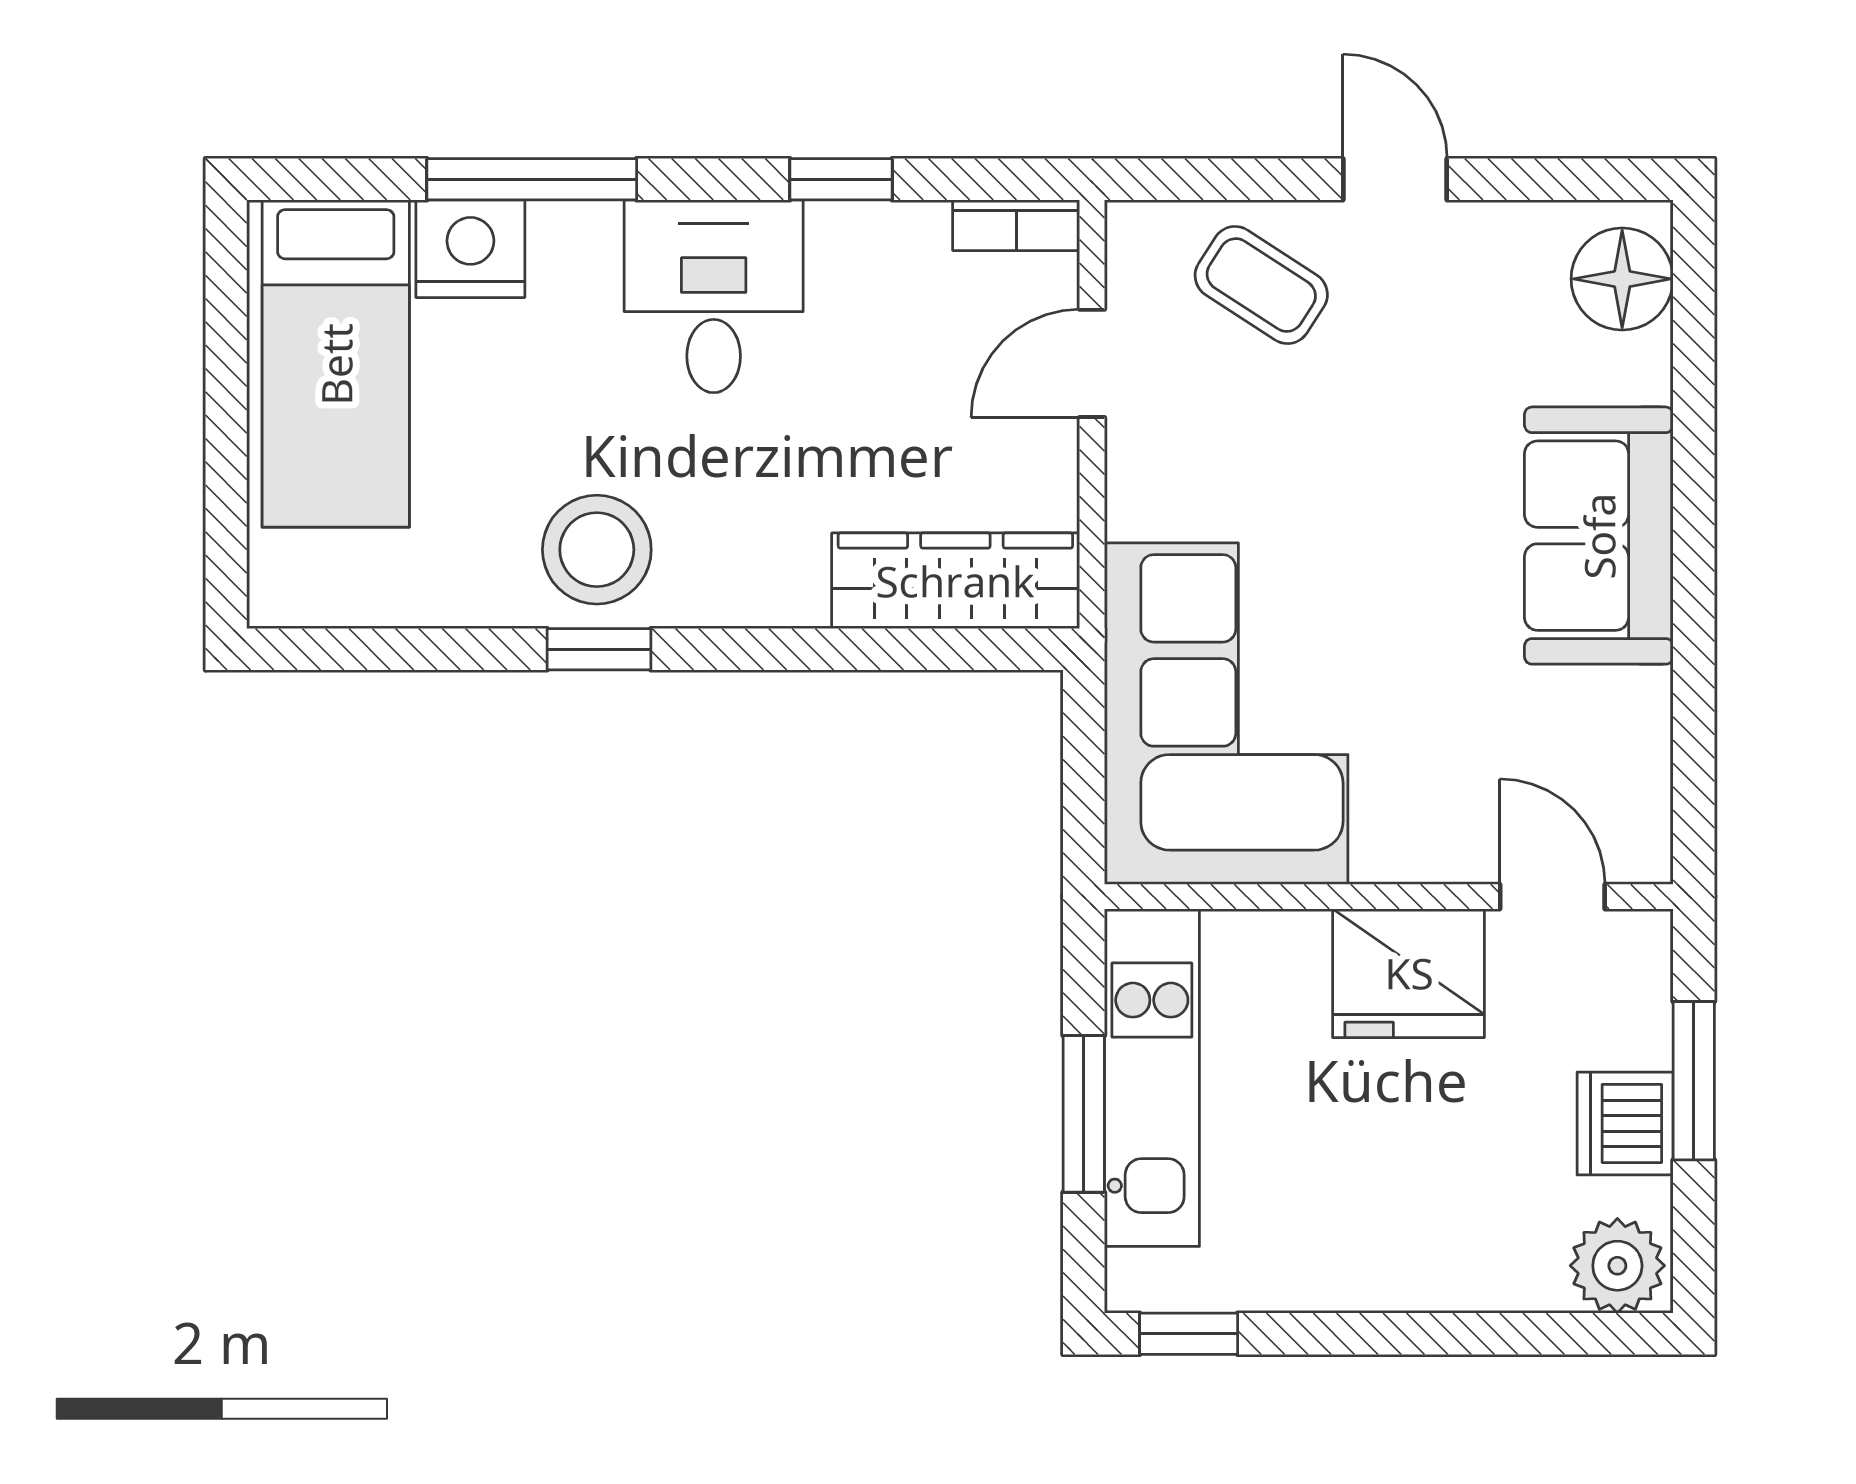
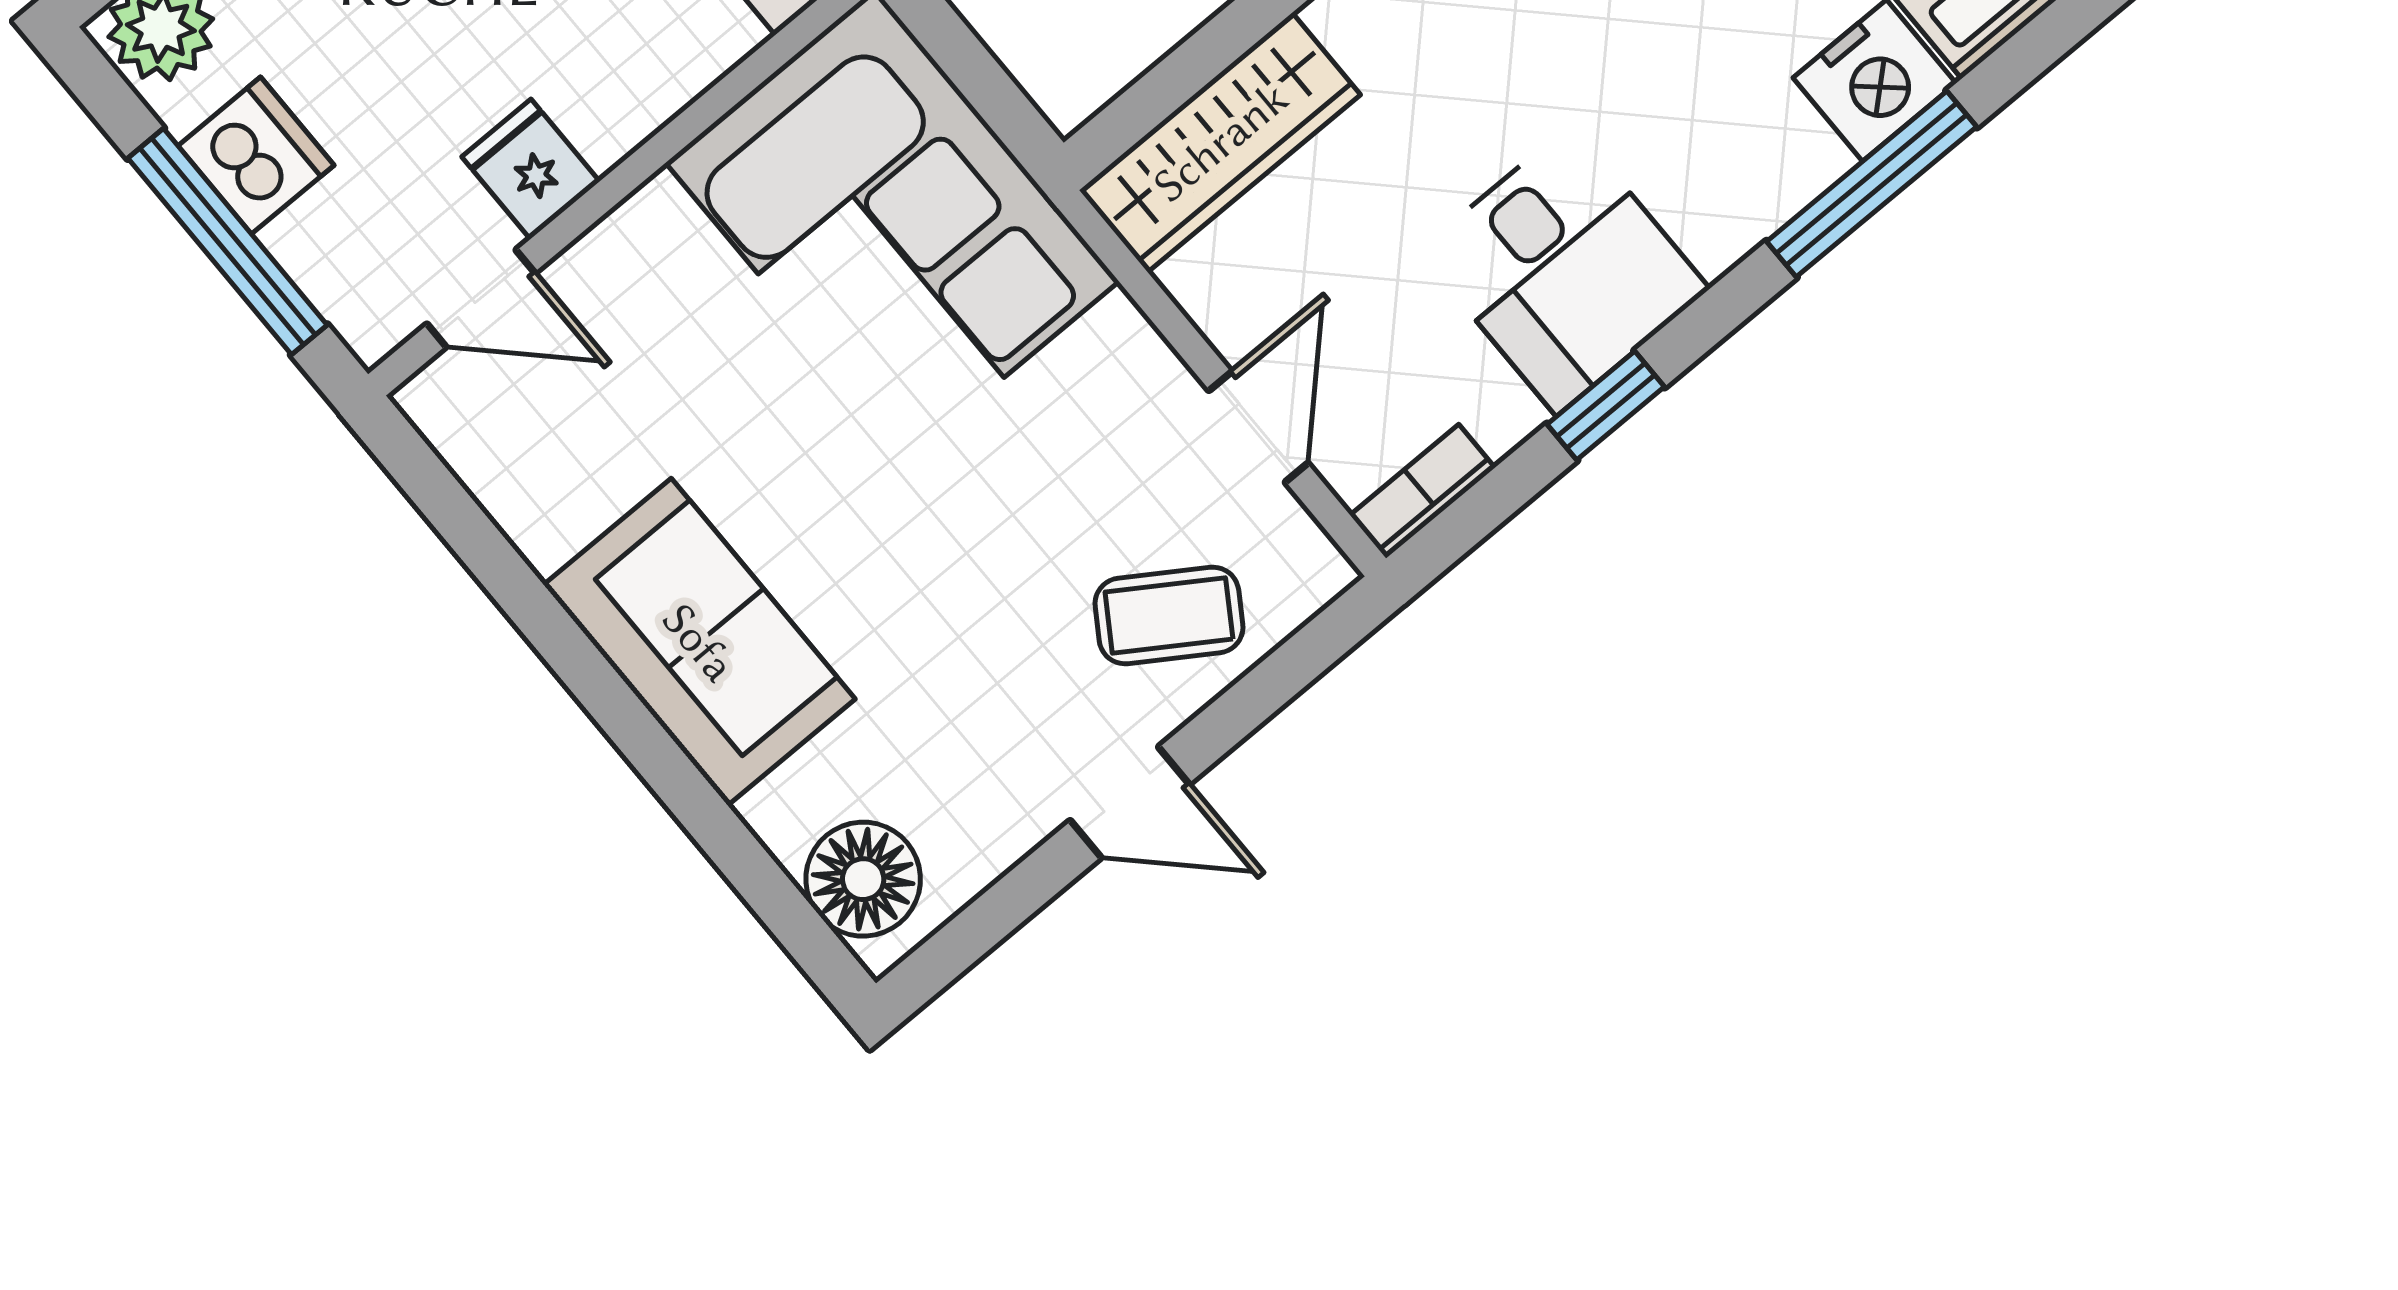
desk: (714, 296) -> (1564, 270), moved
fridge: (1409, 973) -> (531, 169), width x0.53, depth x0.75
window: (1694, 1081) -> (228, 242), width x1.44

